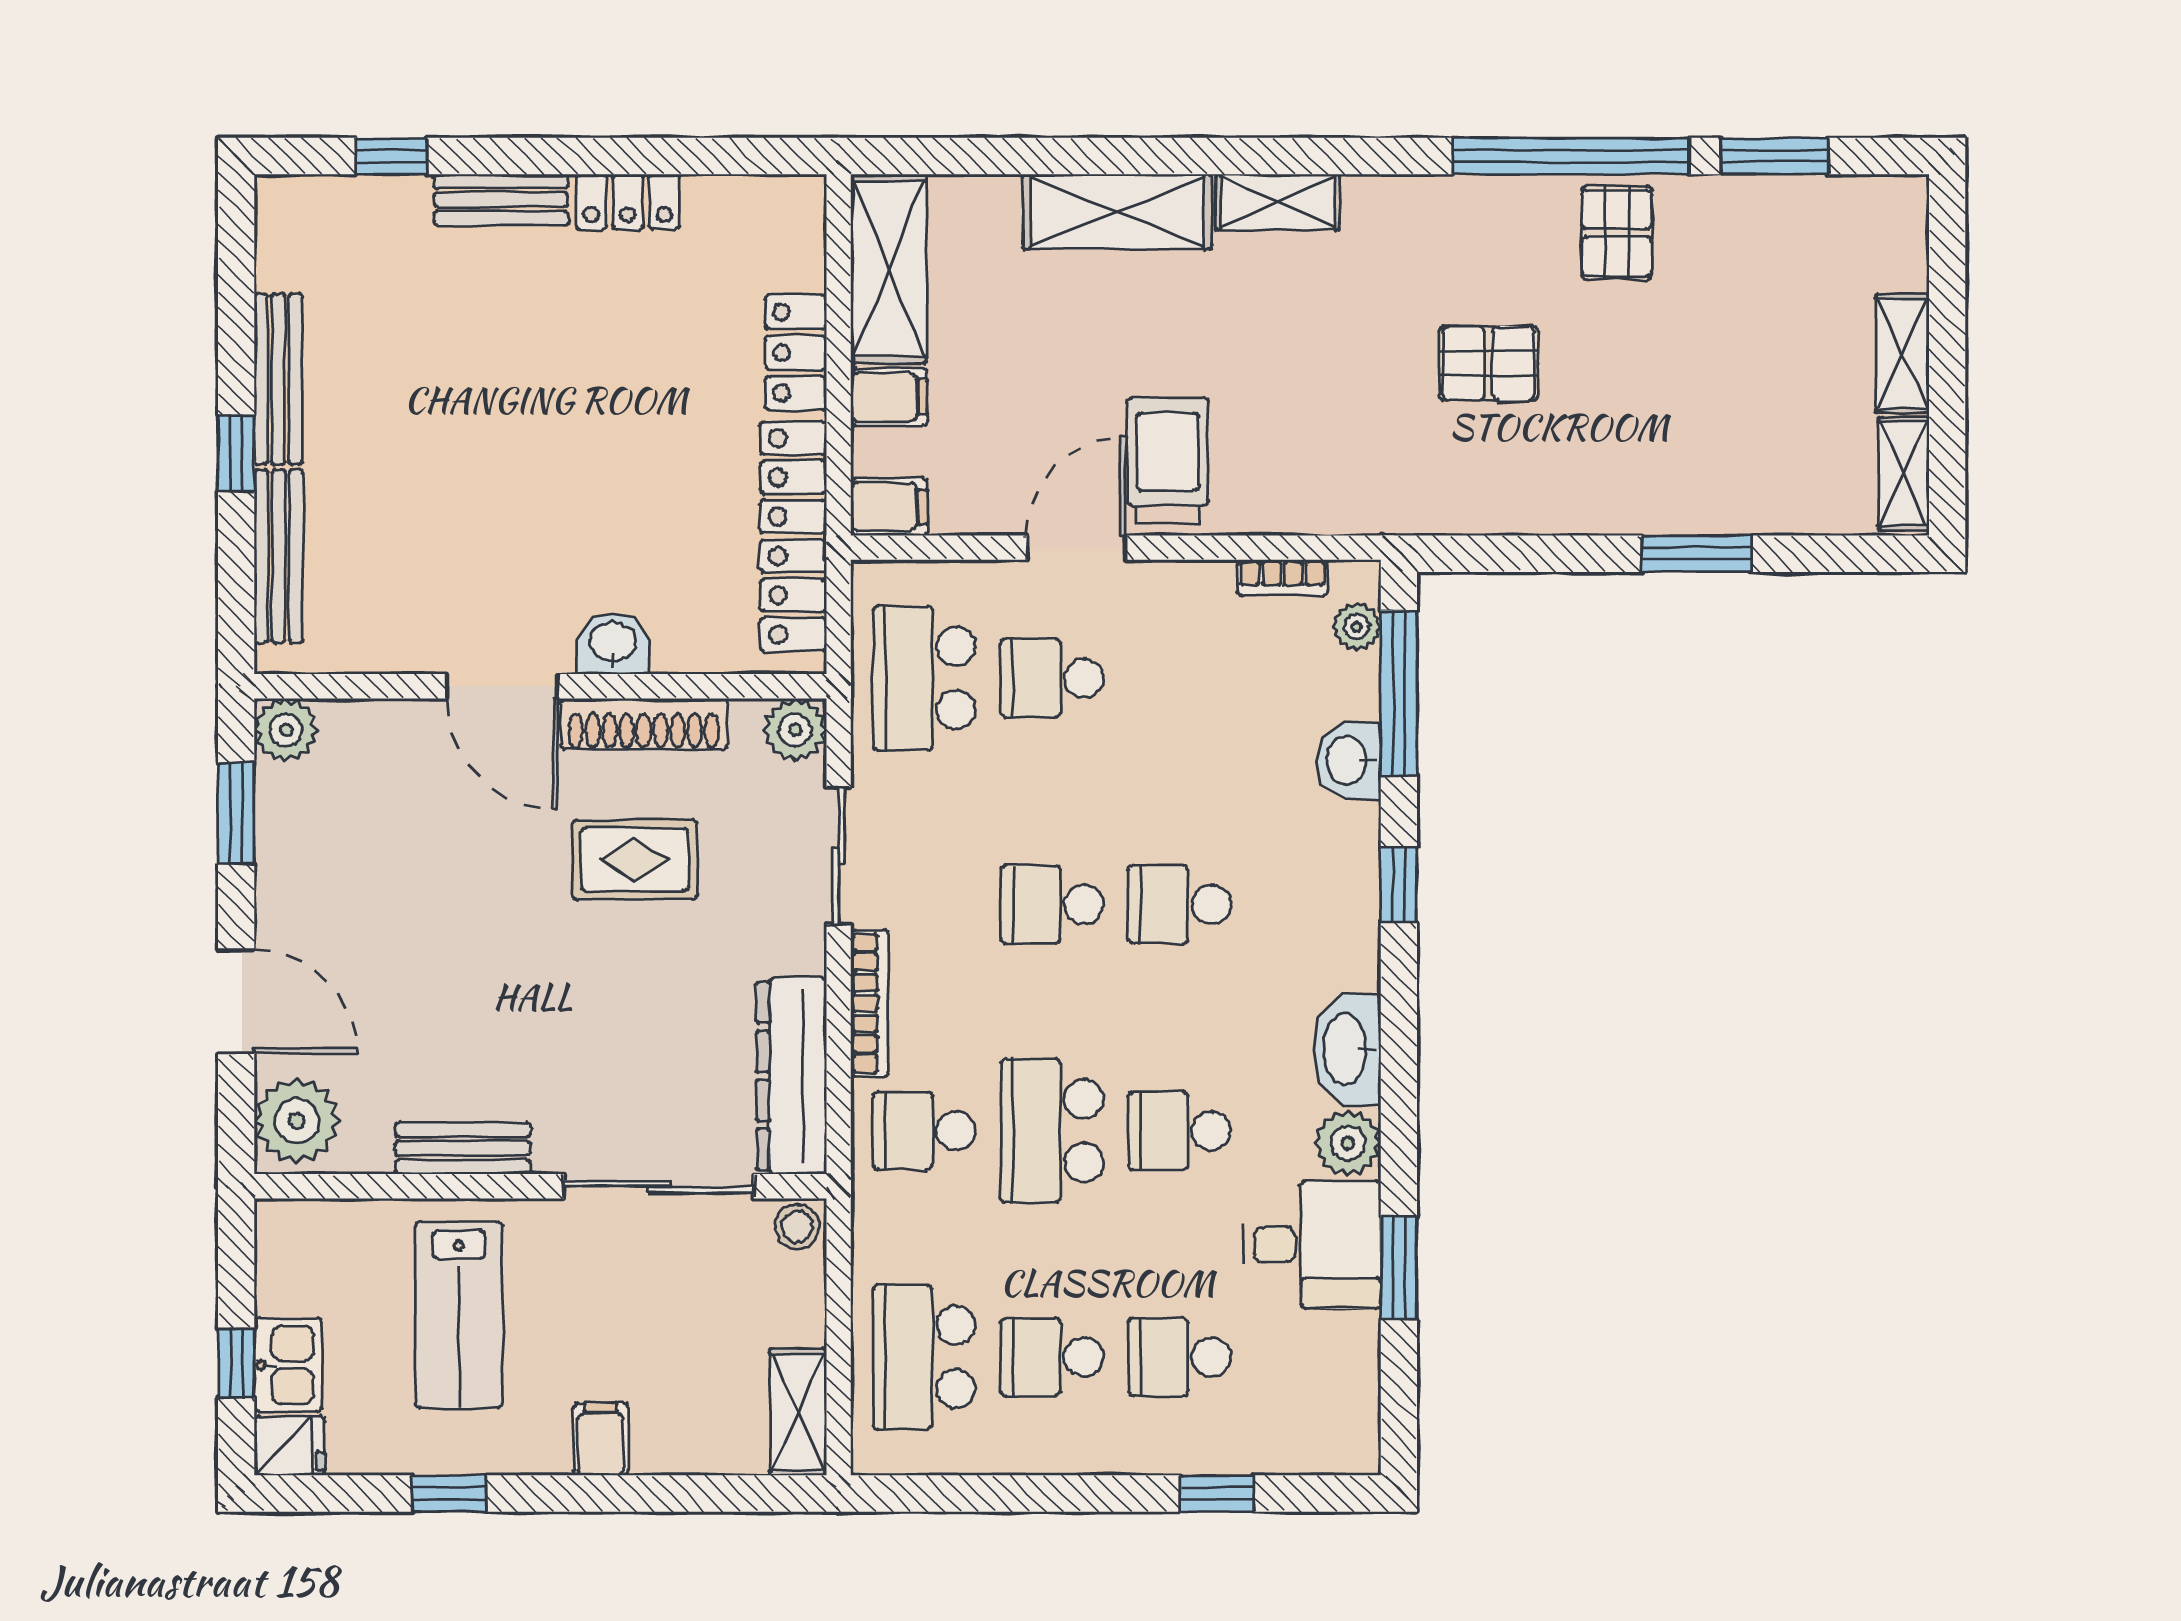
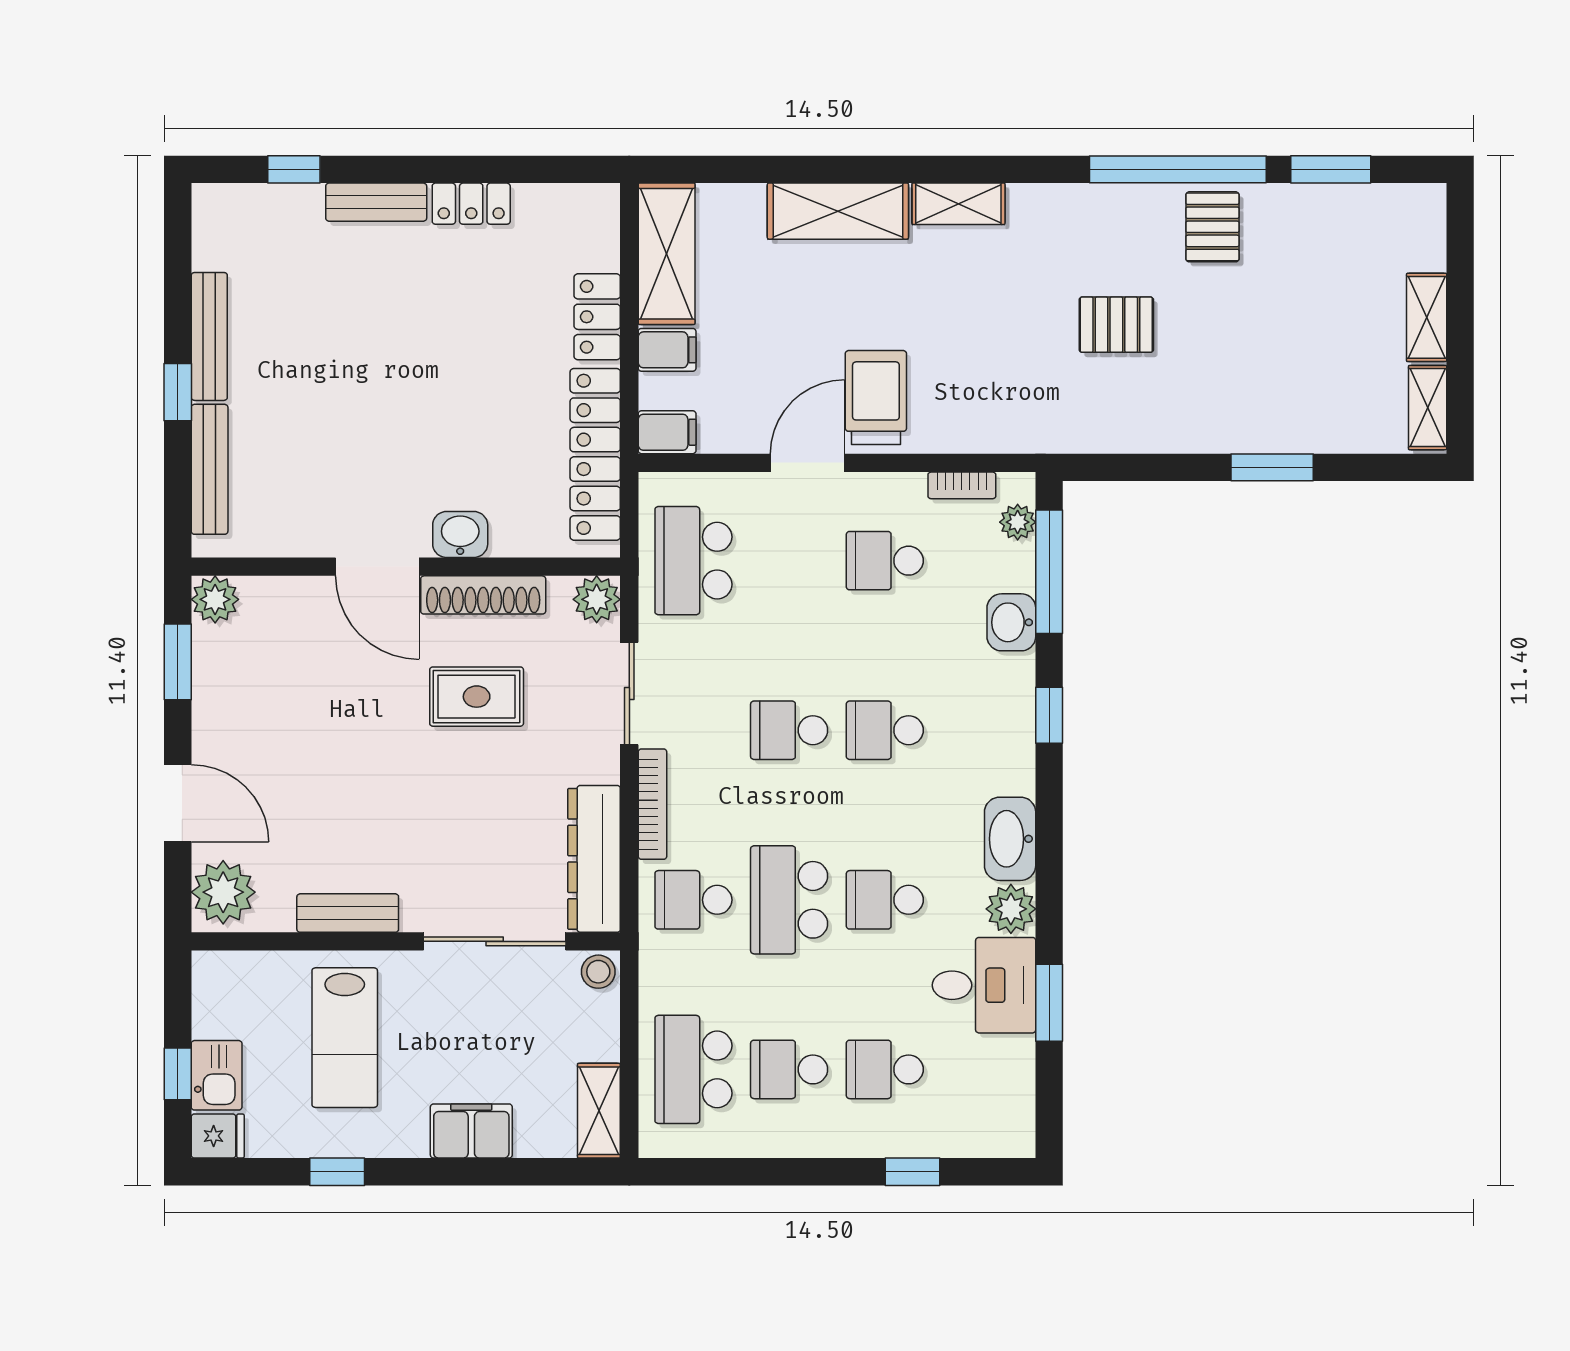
school desk: (1052, 678) -> (885, 561), moved
filing cabinet: (601, 1439) -> (471, 1131), width x2.00

